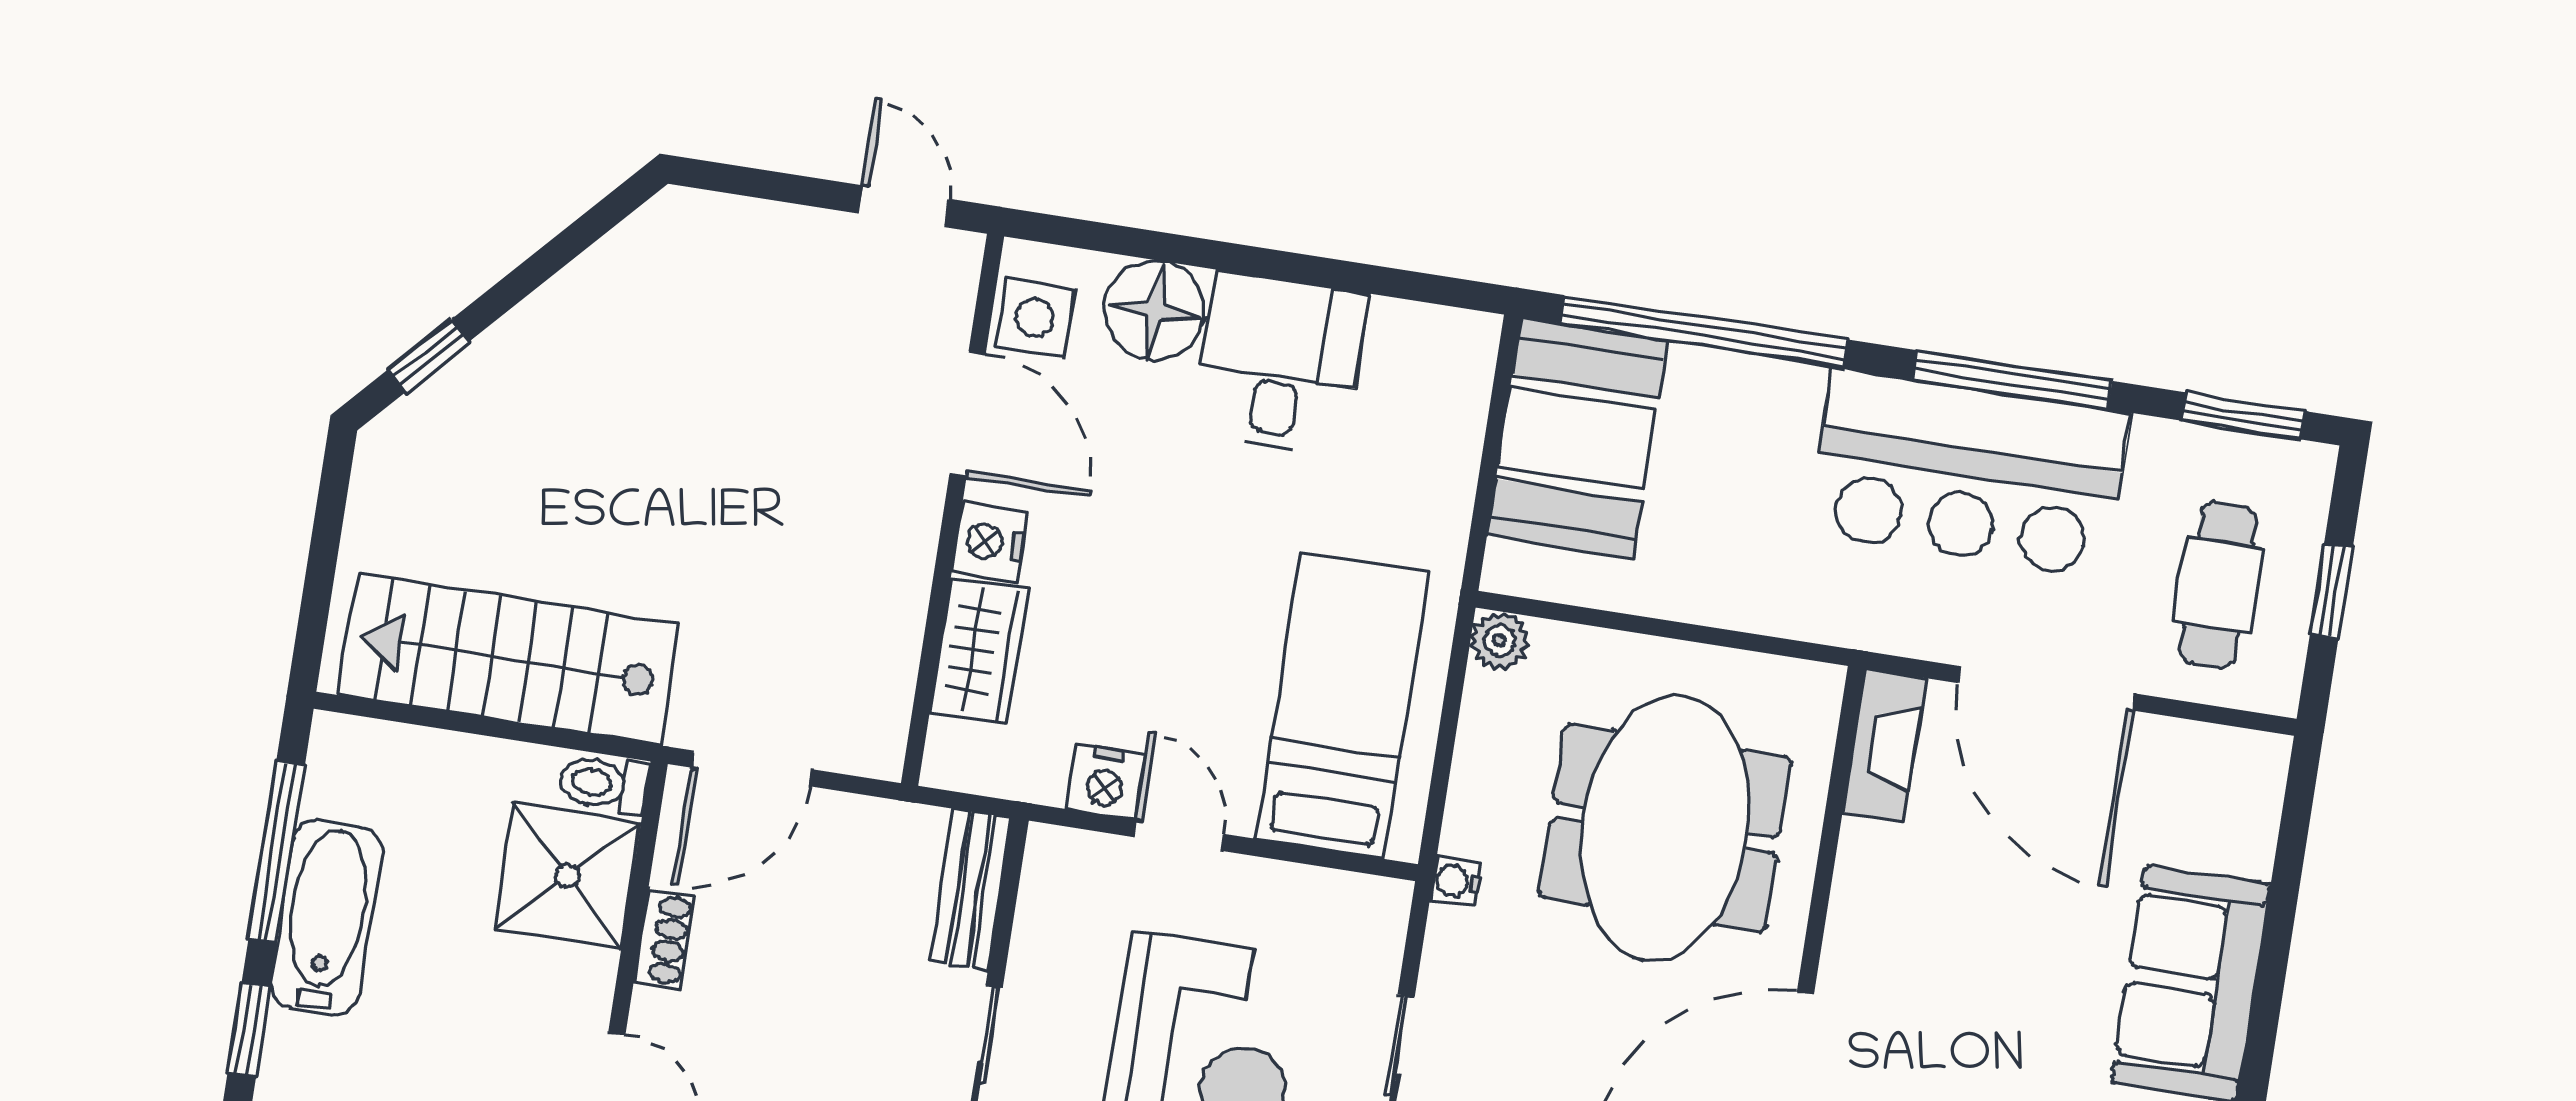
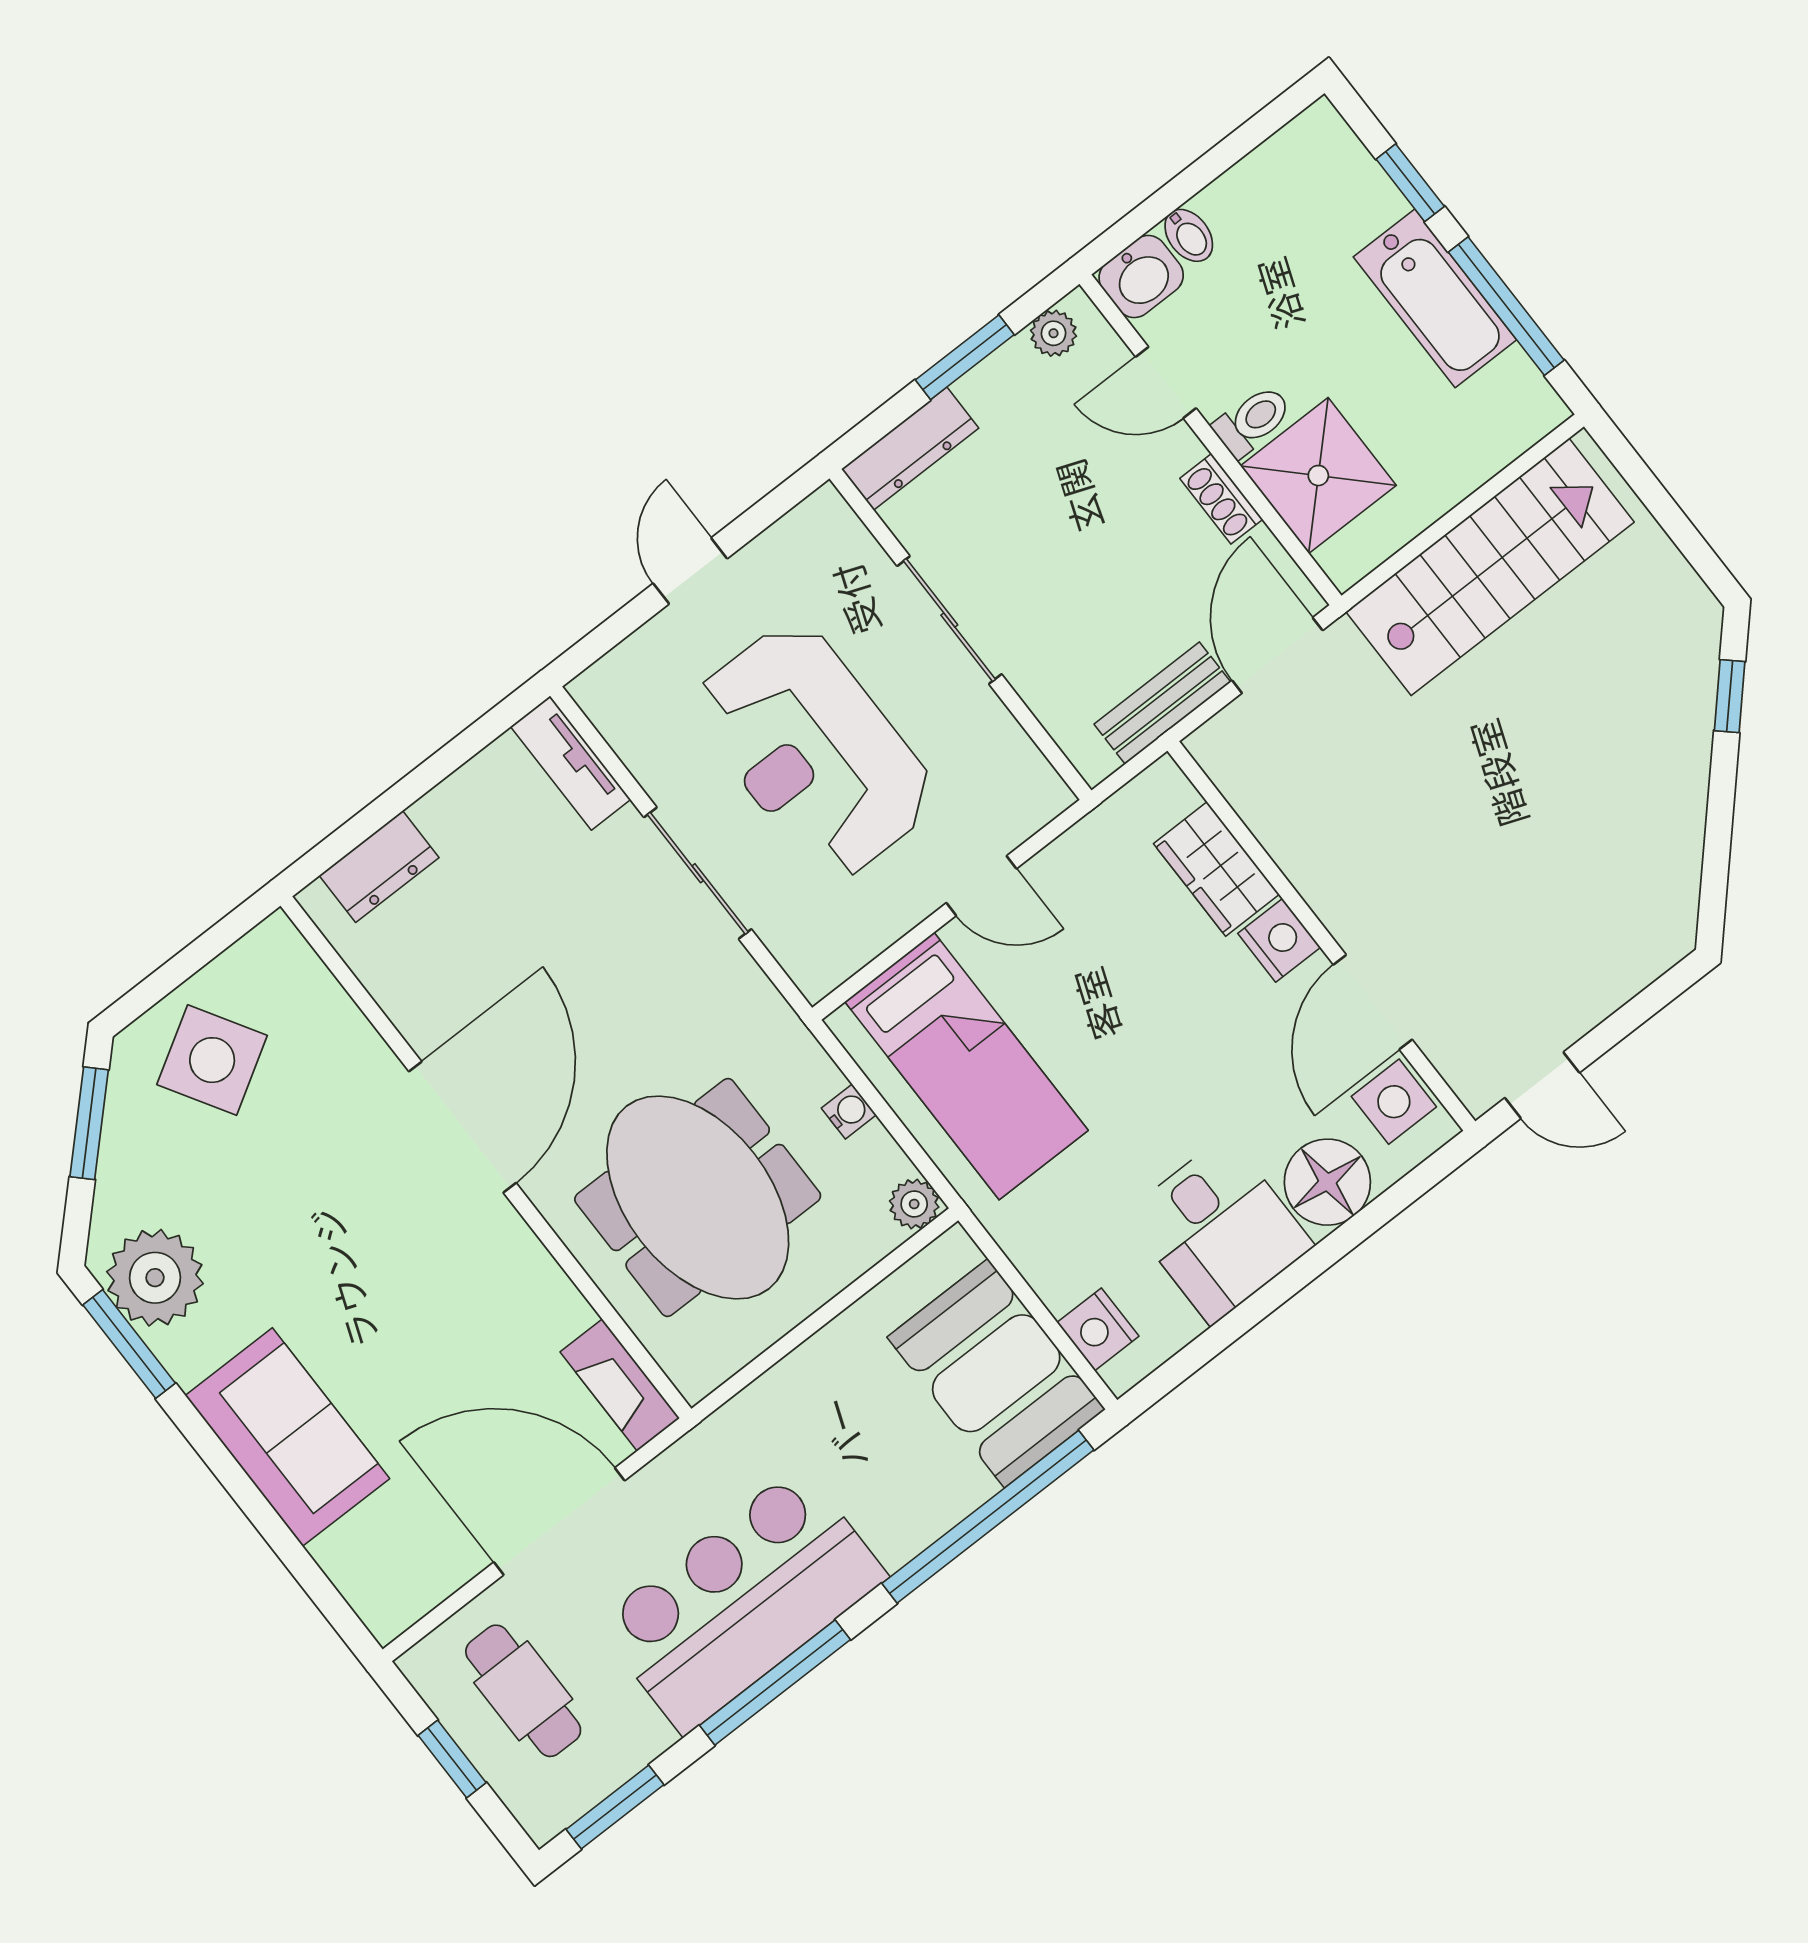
door: (968, 414) -> (1373, 1002), hinge flipped
nightstand: (1105, 782) -> (1098, 1329), moved, turned -90
toilet: (603, 784) -> (1252, 421), moved
water cooler: (1456, 881) -> (849, 1112), moved
bench: (971, 890) -> (1162, 703), moved, turned 90

